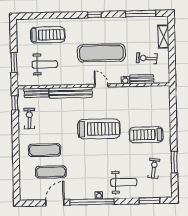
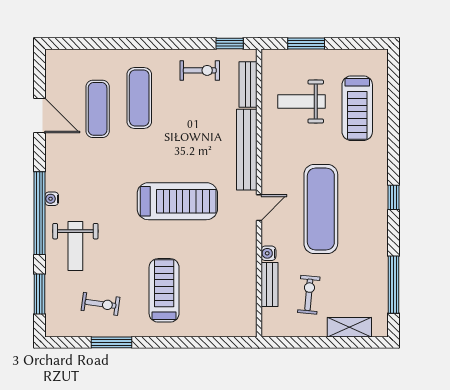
weight bench: (45, 64) -> (301, 102), turned 90
treadmill: (99, 129) -> (177, 201), turned -90
window: (92, 202) -> (40, 213), moved

